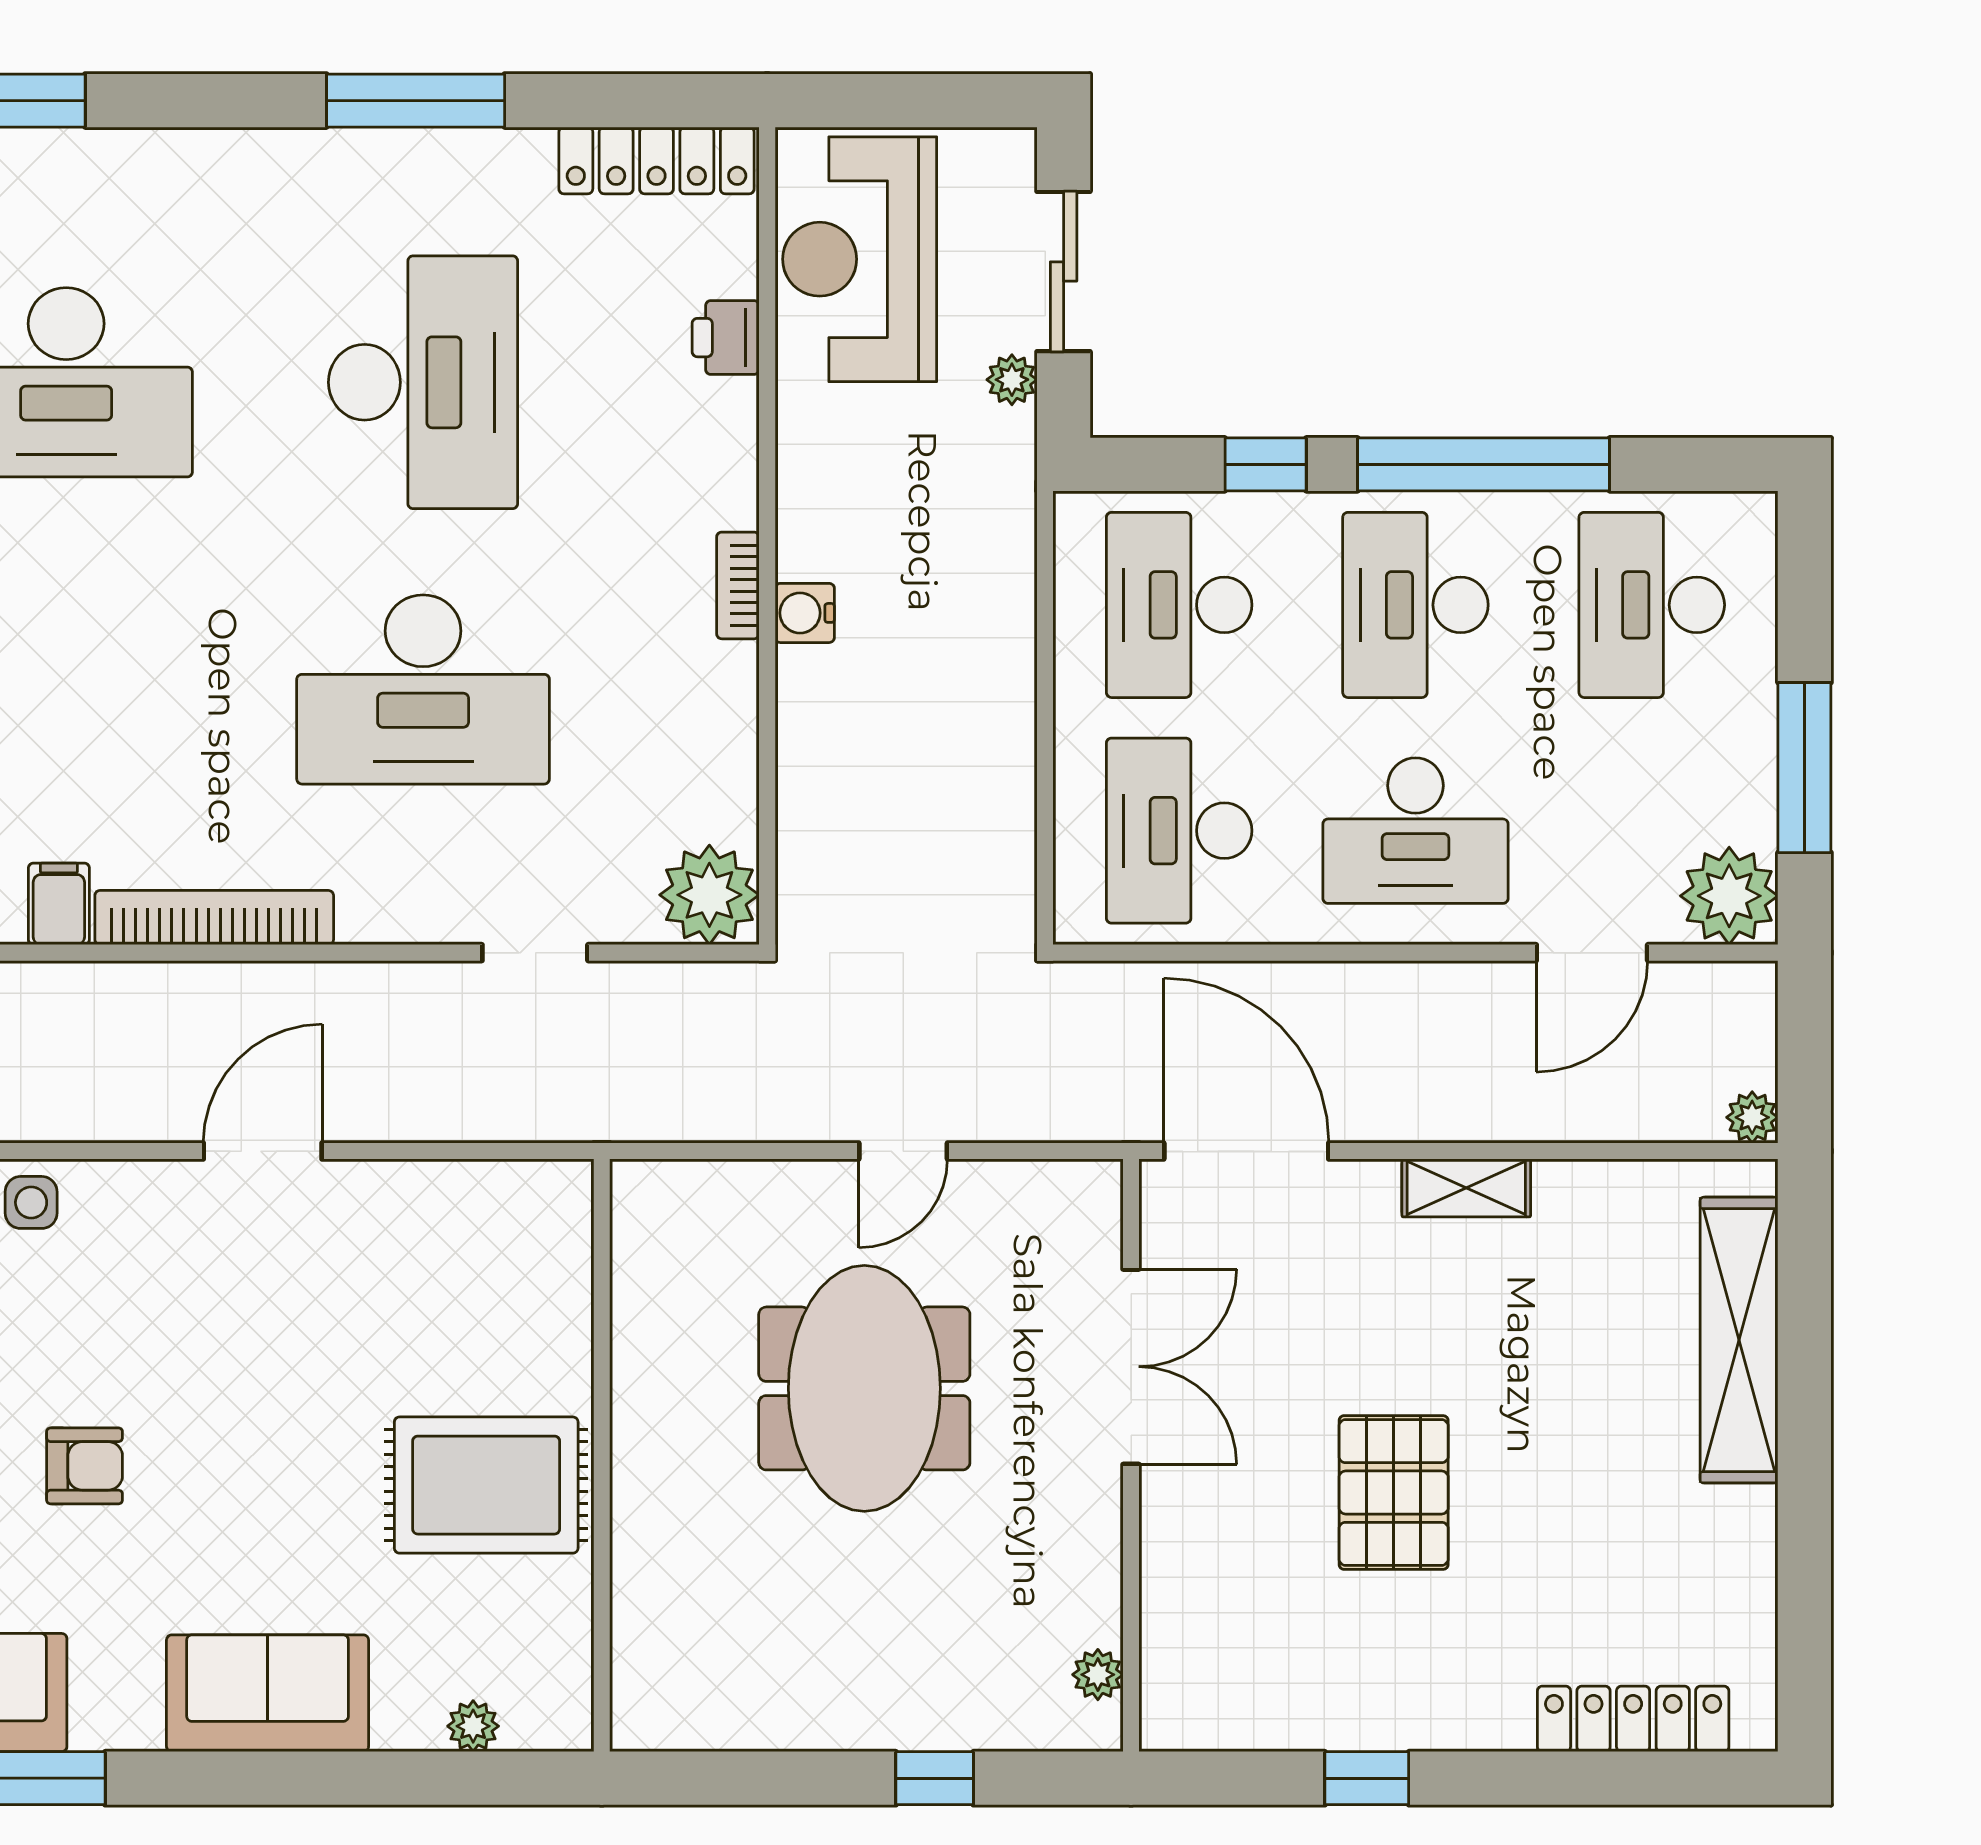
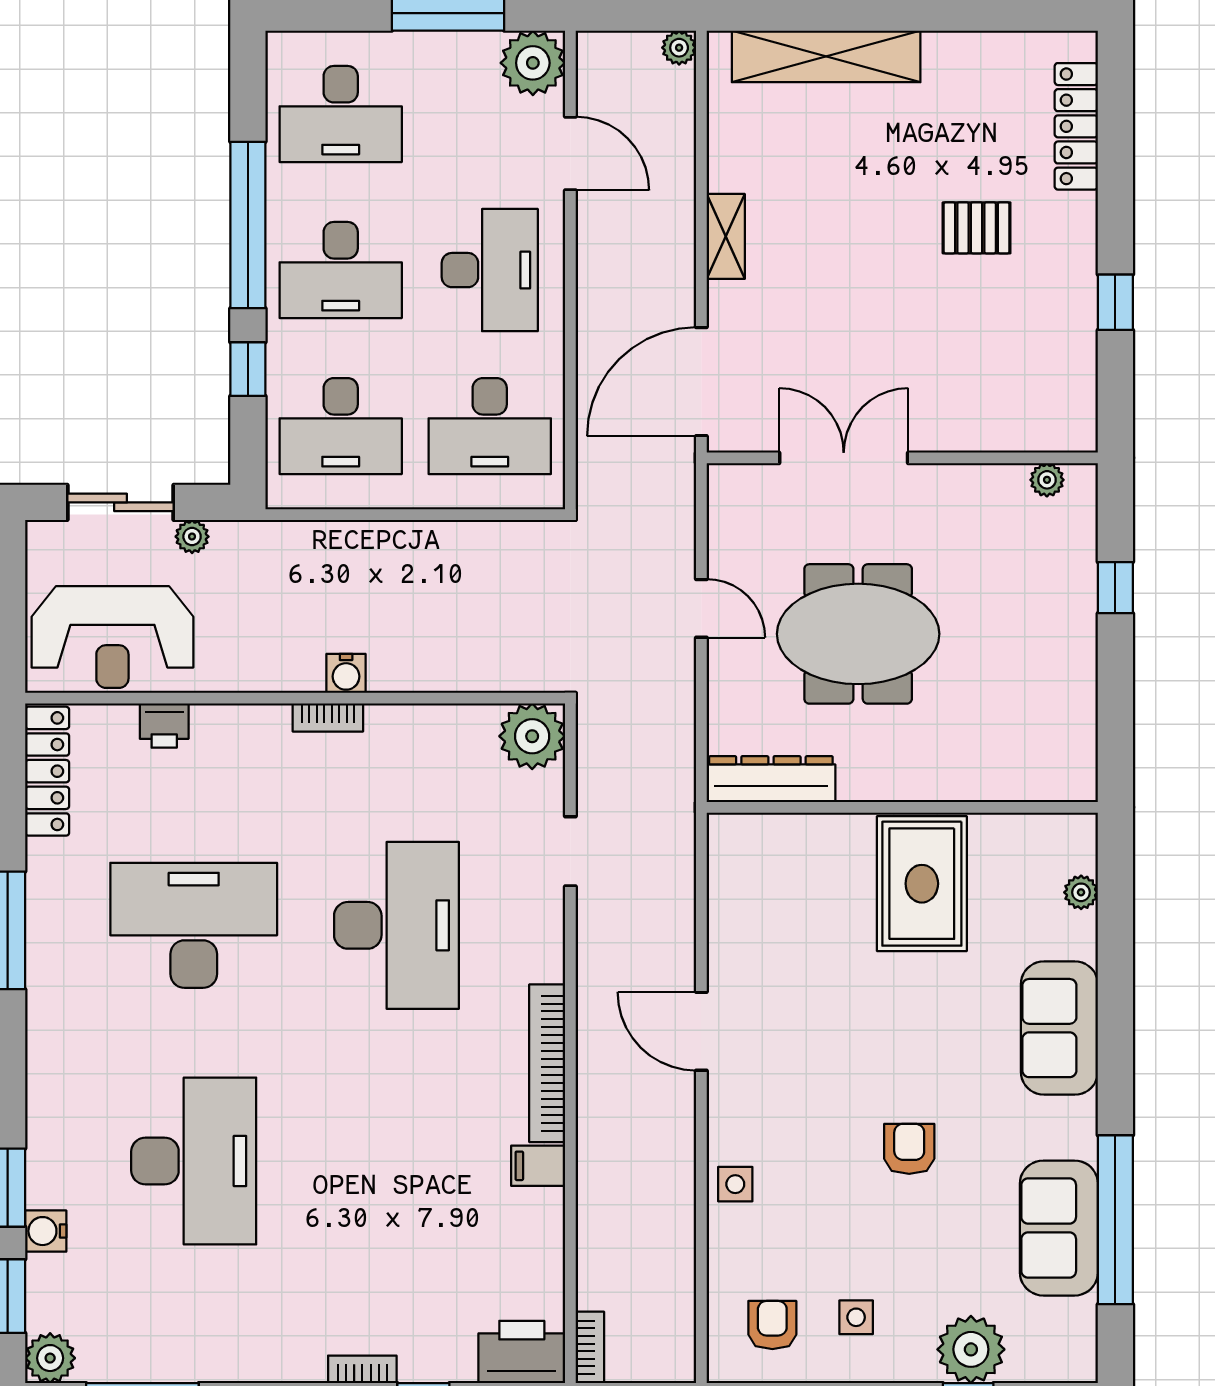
dresser: (645, 1256) -> (771, 779), added
pallet: (1394, 1492) -> (977, 228), moved, width x0.67, depth x0.71

